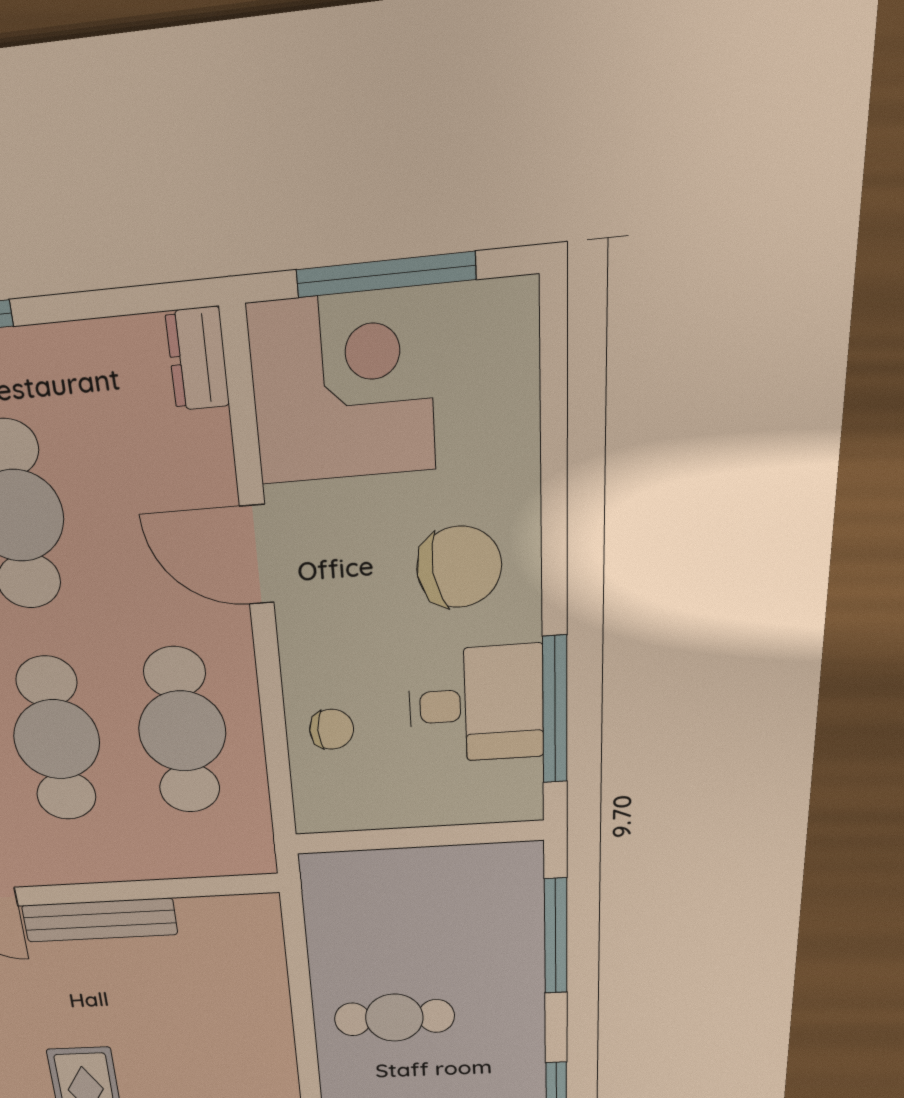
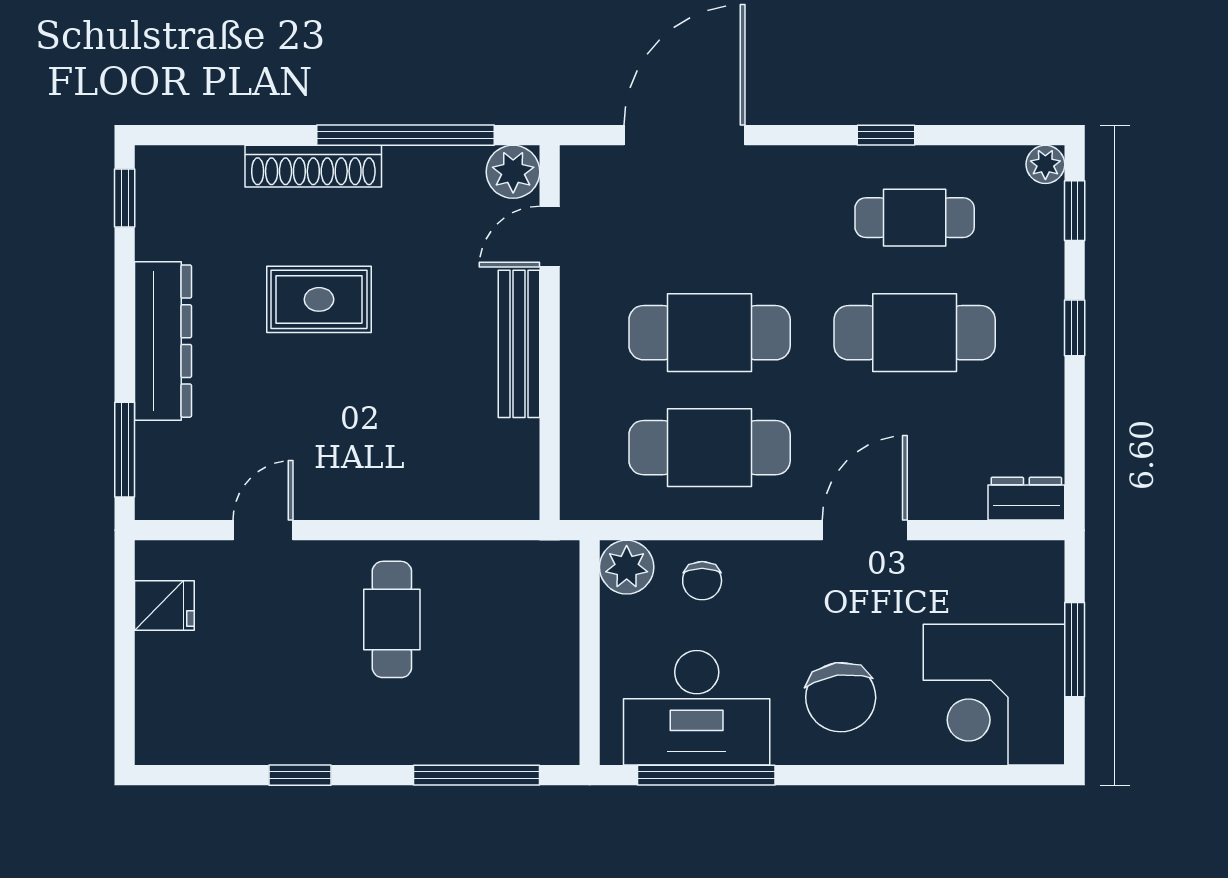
window: (386, 275) -> (1075, 650), width x0.69
corner desk: (342, 388) -> (994, 695), moved, turned 90
desk: (476, 705) -> (697, 708), width x1.37
plant: (323, 806) -> (627, 567), added

